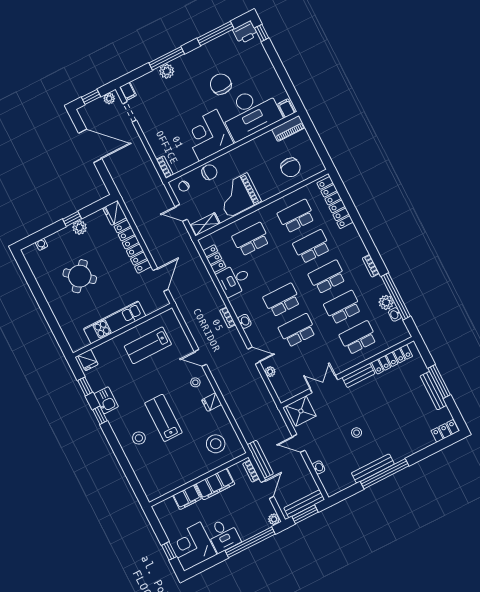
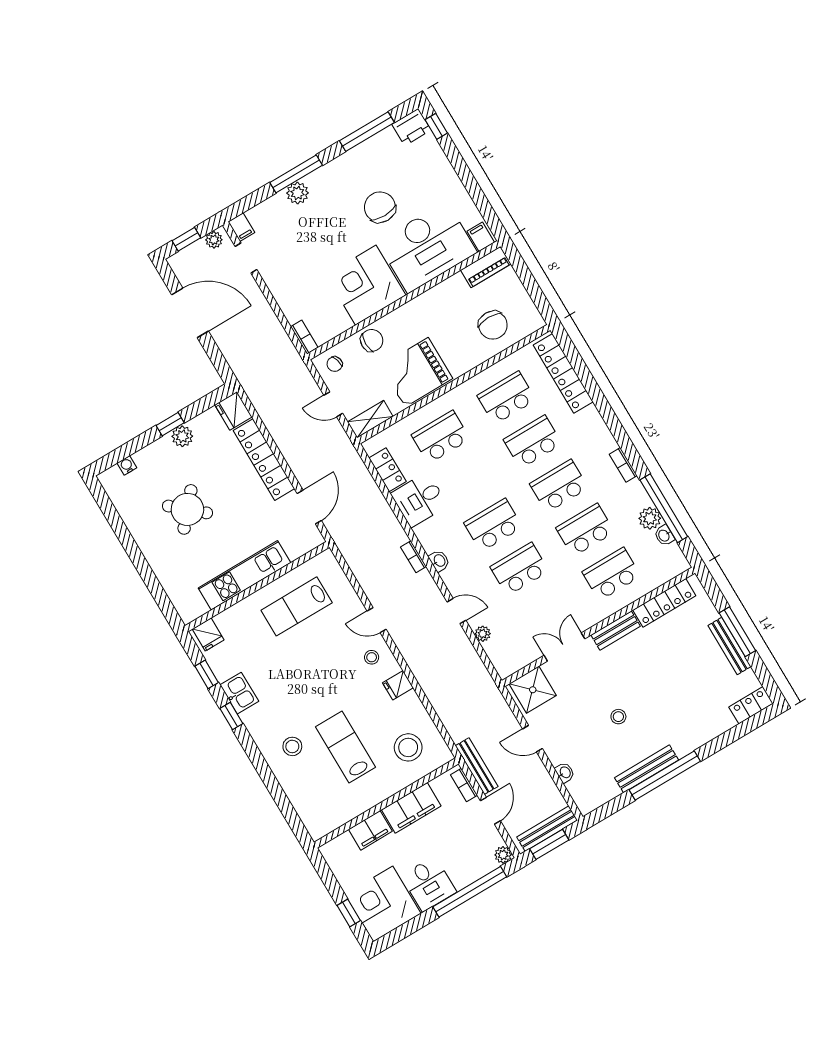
lab bench: (163, 418) -> (345, 747), moved

